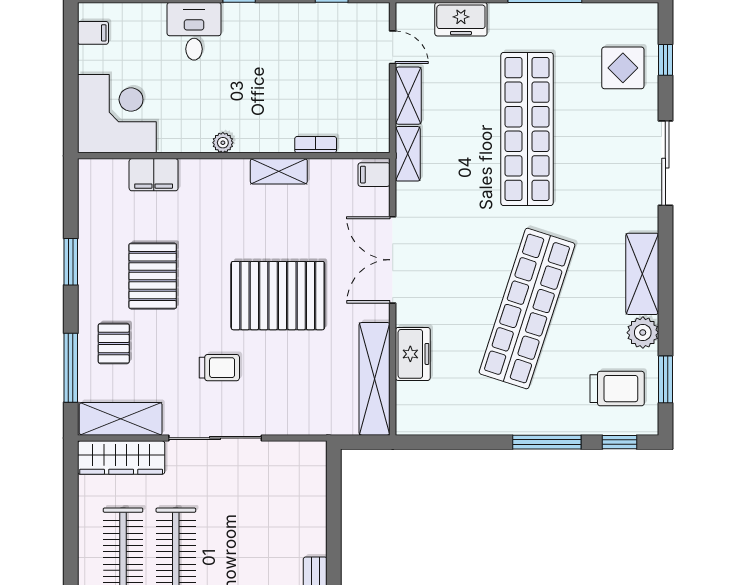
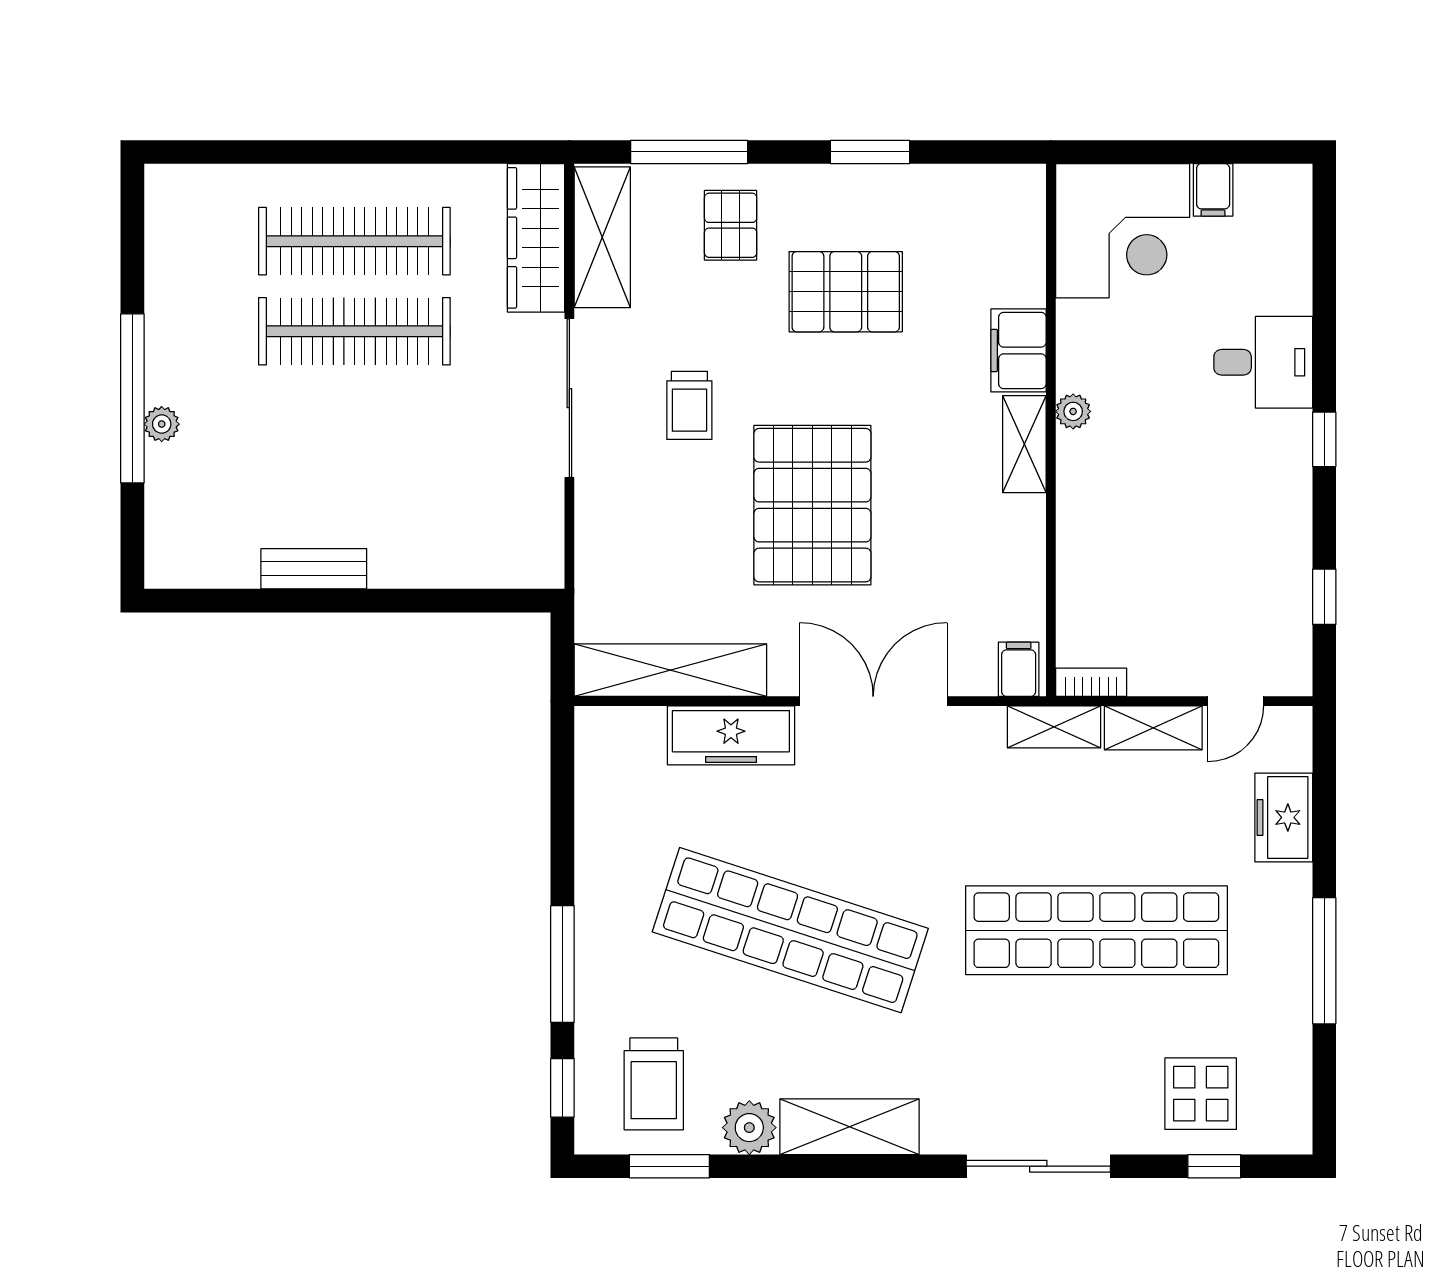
filing cabinet: (93, 33) -> (1213, 190), moved
bookcase: (316, 145) -> (1091, 682), moved, turned -90
shelving: (279, 171) -> (1024, 444), moved
filing cabinet: (154, 175) -> (1018, 350), moved
pallet: (114, 343) -> (731, 225), turned 90
freezer: (413, 354) -> (731, 735), width x1.40

